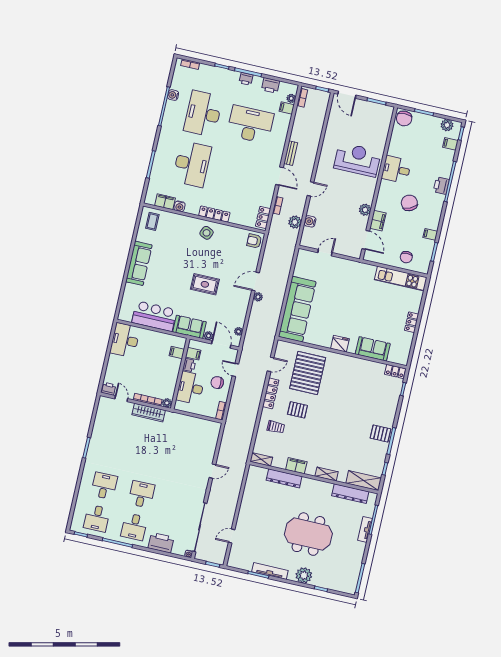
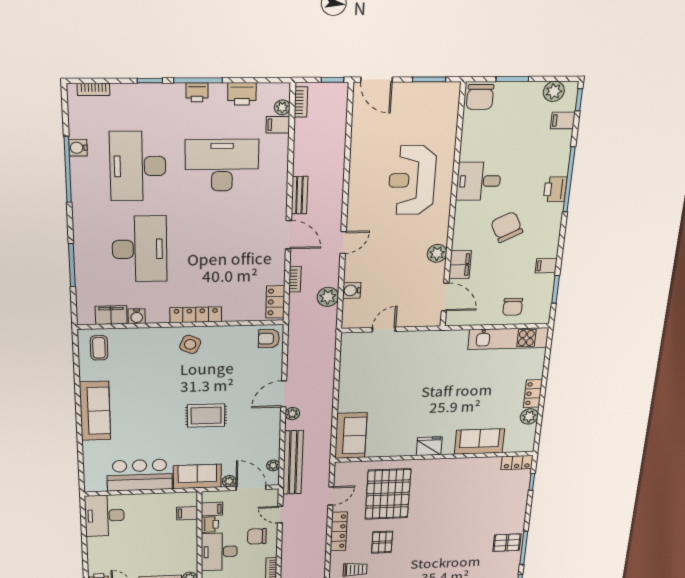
reception desk: (357, 160) -> (412, 180), turned -90
sofa: (297, 309) -> (351, 436), width x0.54, depth x0.79
bench: (251, 333) -> (293, 463), added
plant: (407, 339) -> (529, 416), added
pallet: (297, 410) -> (382, 542), turned 90

